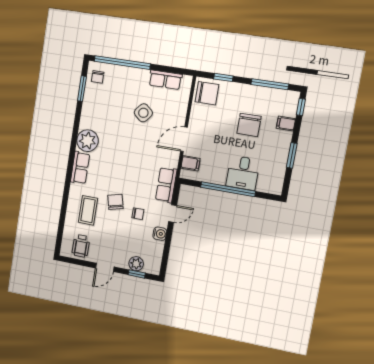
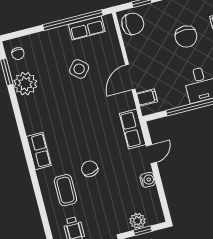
window: (122, 63) -> (73, 20), moved
plant: (87, 141) -> (25, 84), moved
chair: (138, 214) -> (117, 170), removed

